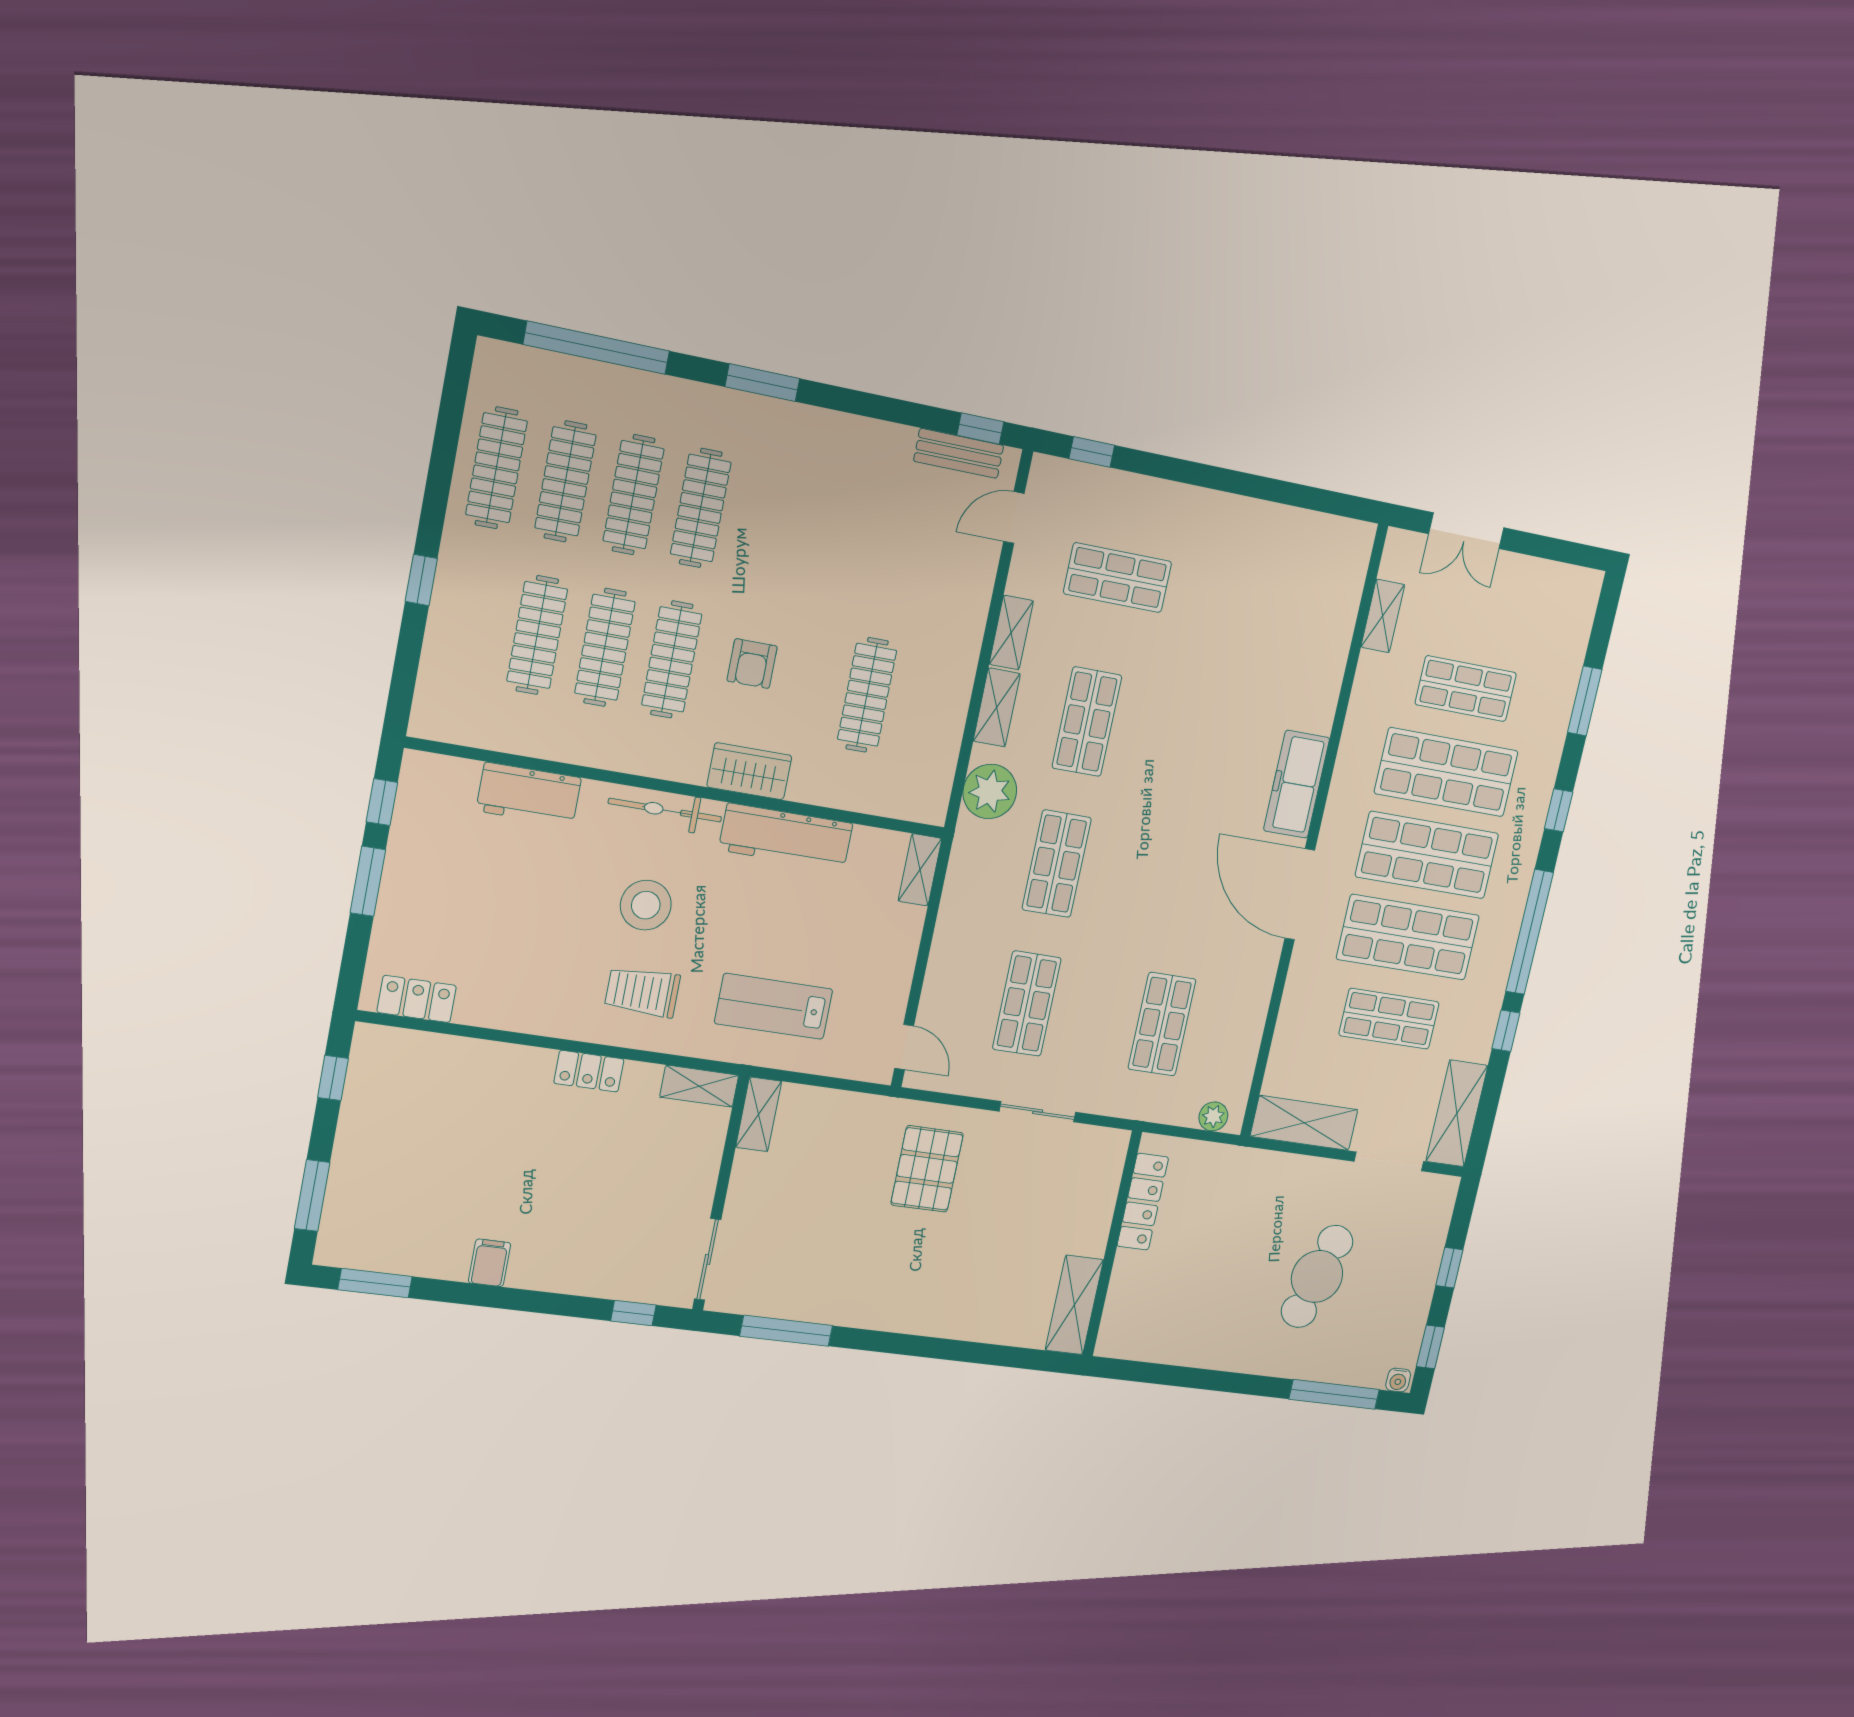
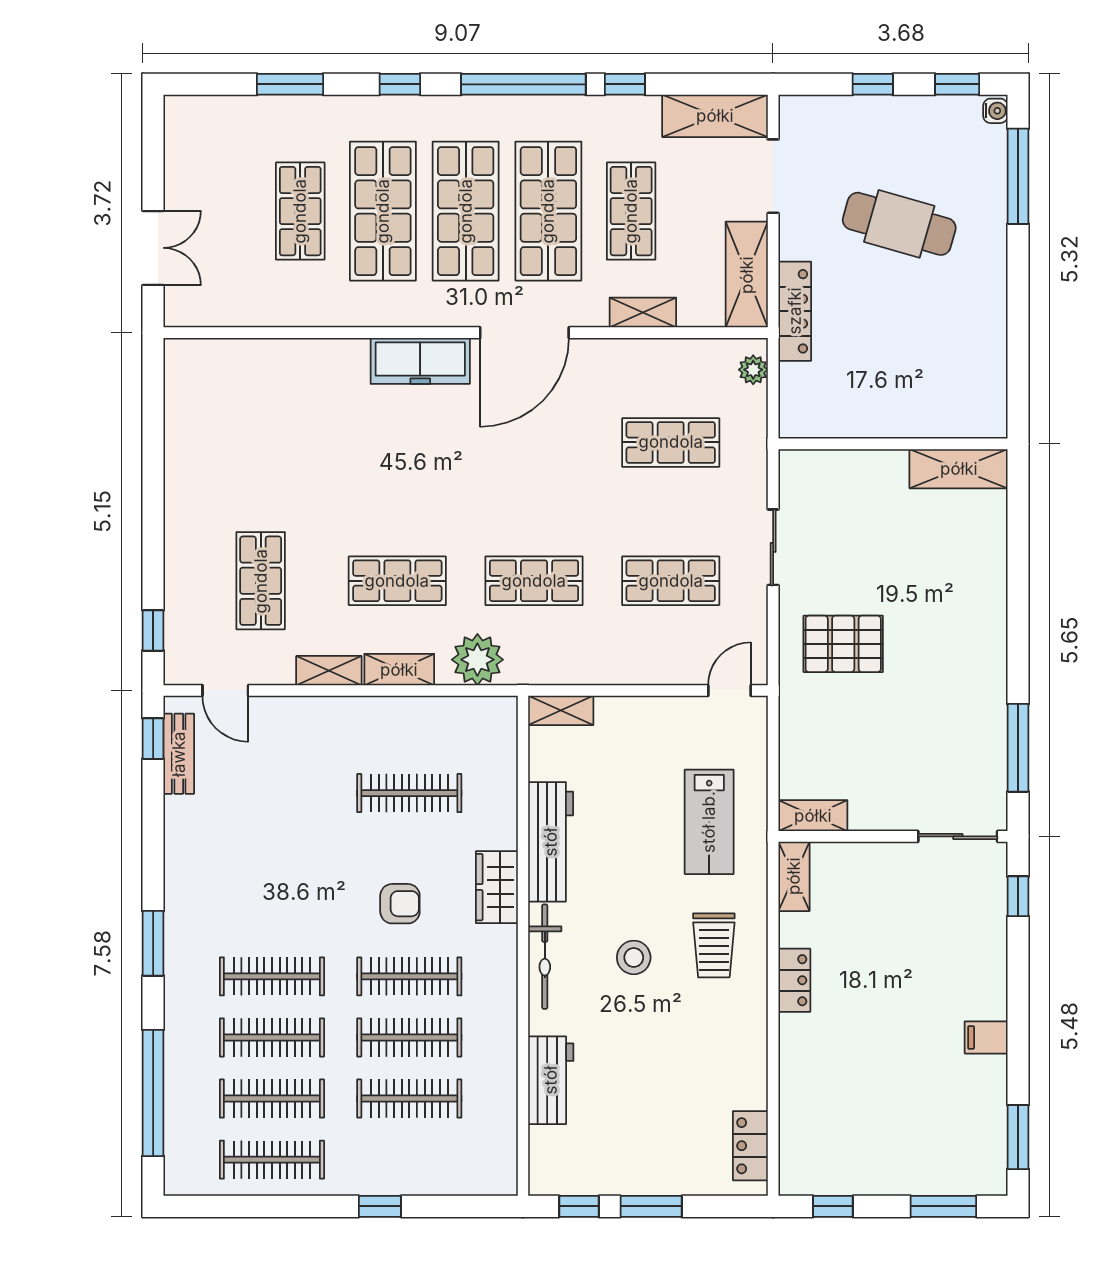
shelving: (1383, 616) -> (643, 313), moved
stool: (646, 905) -> (634, 957), width x0.73, depth x0.73
locker: (1143, 1202) -> (795, 311), moved, turned 90

